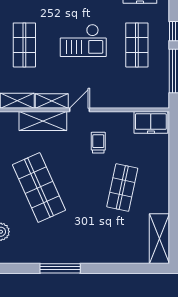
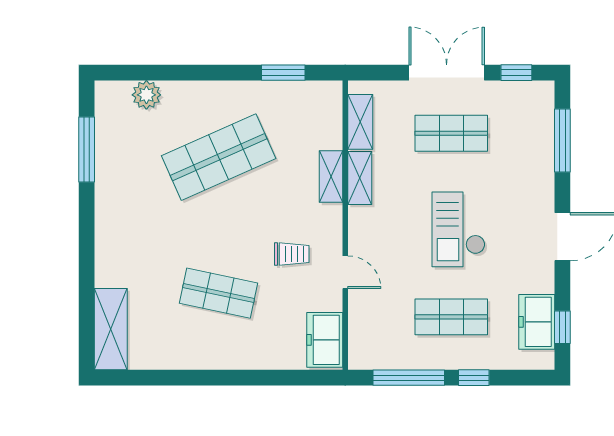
door: (80, 110) -> (345, 272), moved
shelving: (43, 121) -> (331, 177), width x0.67, depth x0.75
shelving: (159, 239) -> (111, 329), moved, turned 90
window: (60, 268) -> (87, 150), moved

